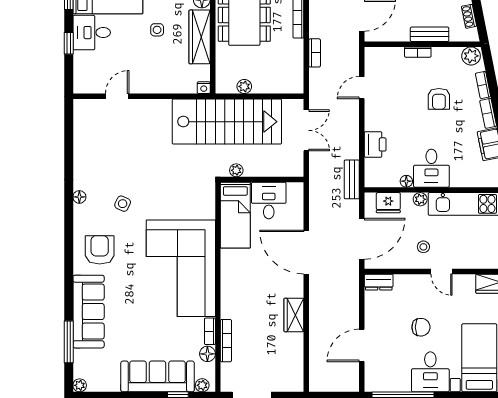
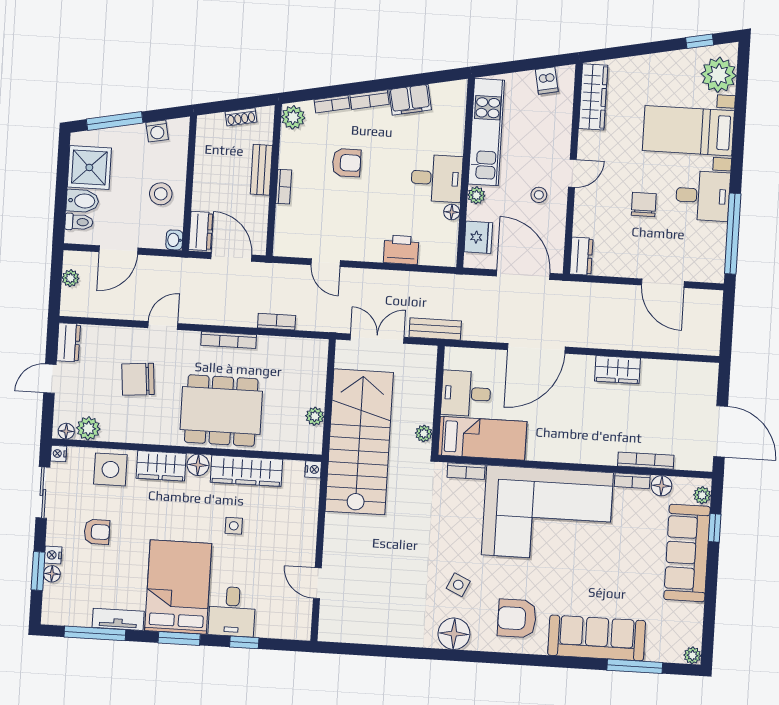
bench: (352, 179) -> (435, 329), moved
floor lamp: (79, 197) -> (454, 634), width x1.89, depth x1.89
bookcase: (210, 204) -> (466, 471), added

